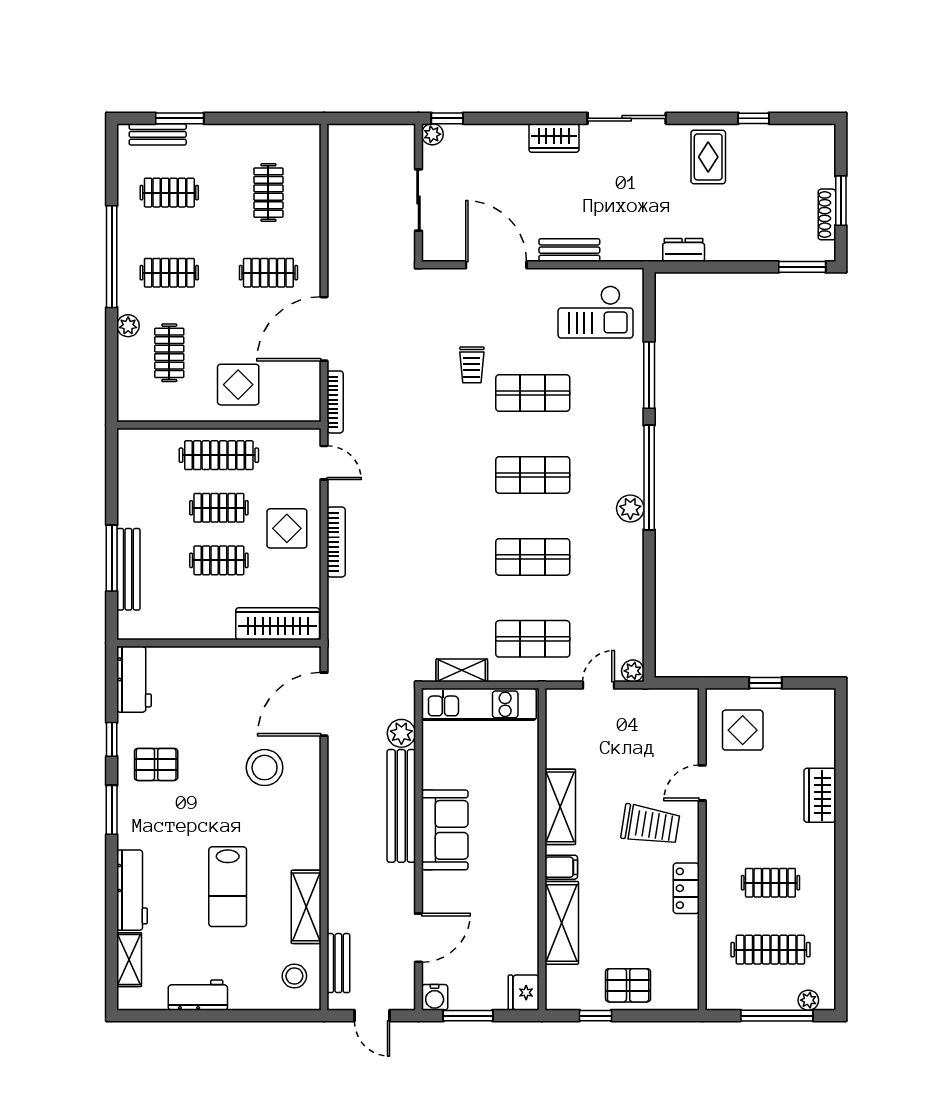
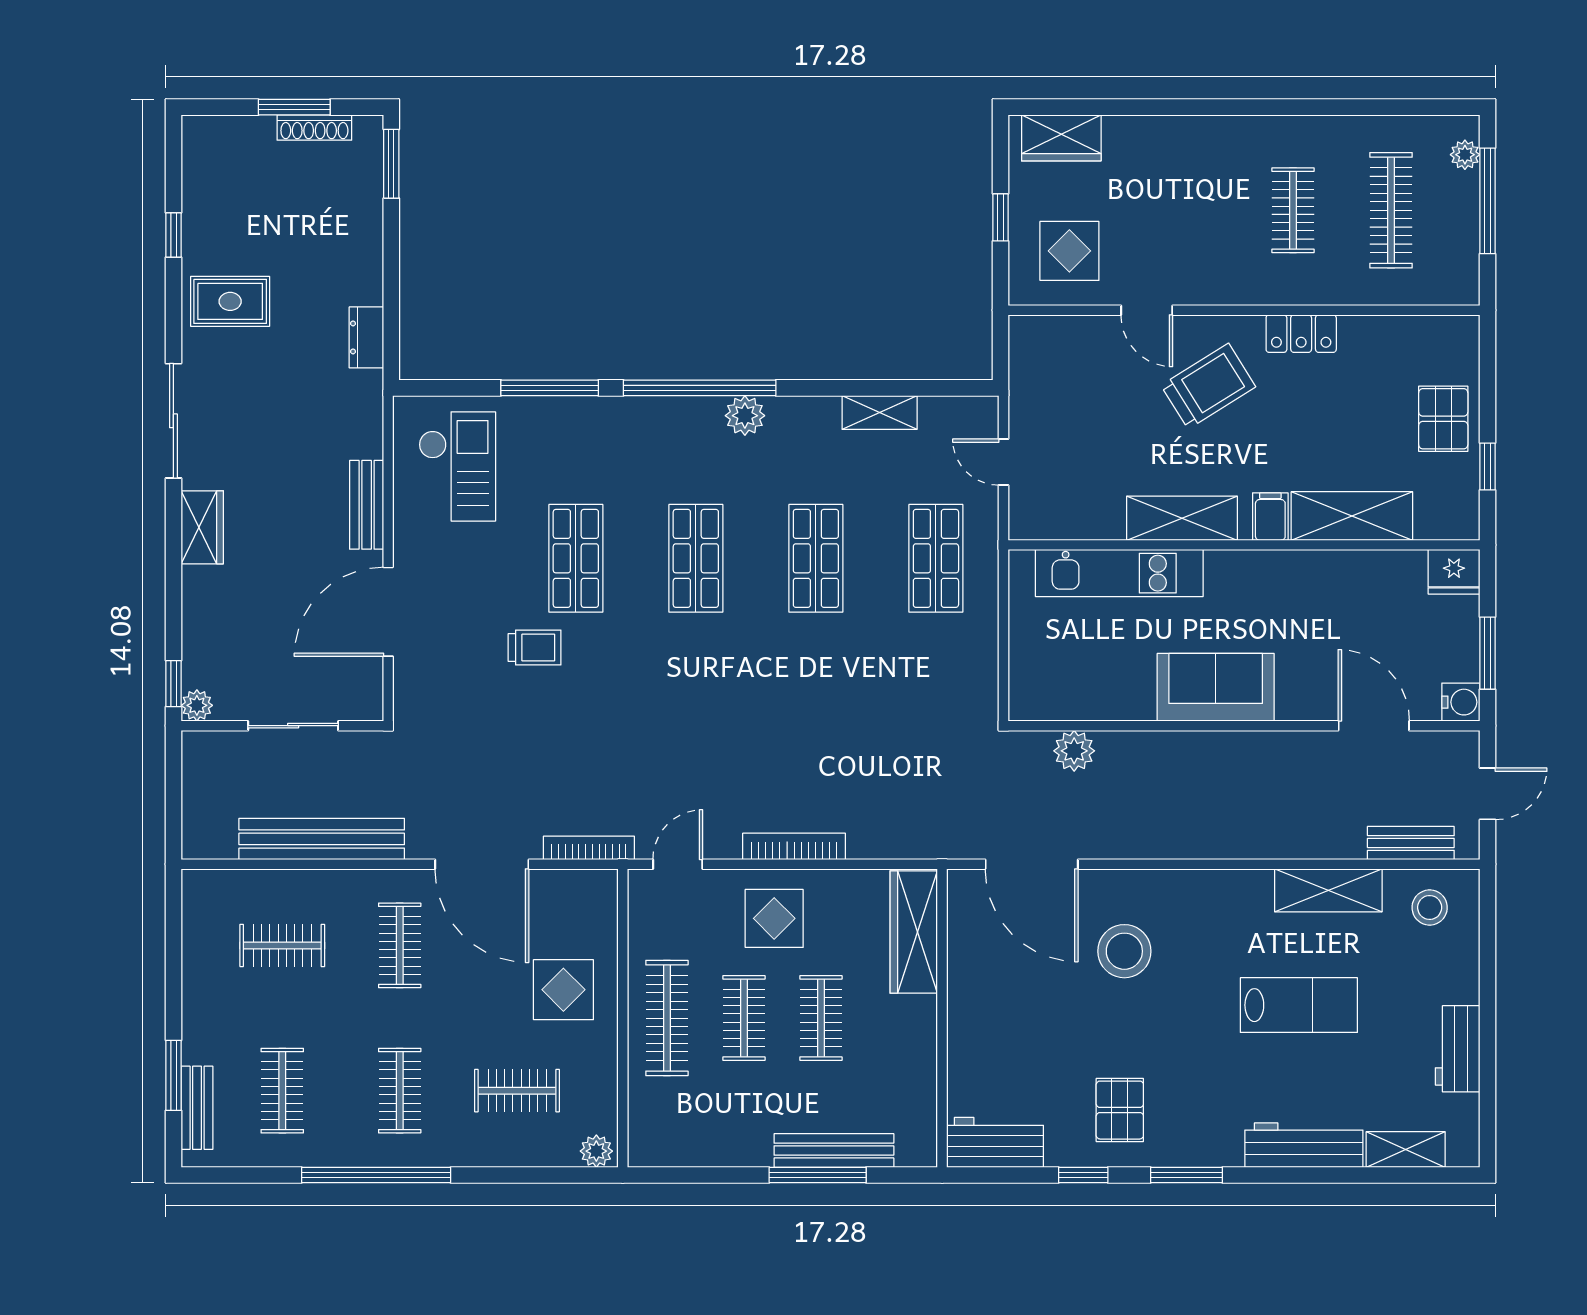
plant: (128, 326) -> (596, 1151), moved
shelving: (462, 670) -> (880, 413), moved, turned 90
plant: (633, 671) -> (983, 412), removed
kitchen unit: (479, 704) -> (1119, 573), moved, turned 90
wardrobe: (820, 795) -> (1061, 138), moved
bench: (401, 806) -> (322, 839), moved
trolley: (650, 825) -> (1208, 386), turned 49

